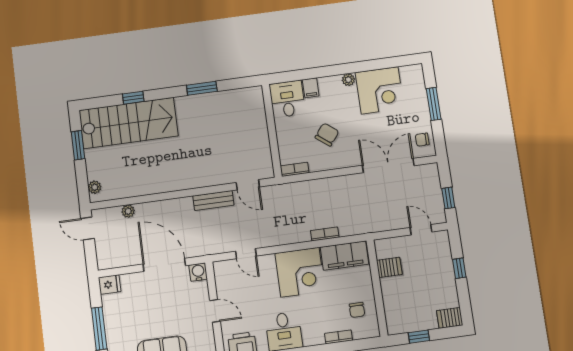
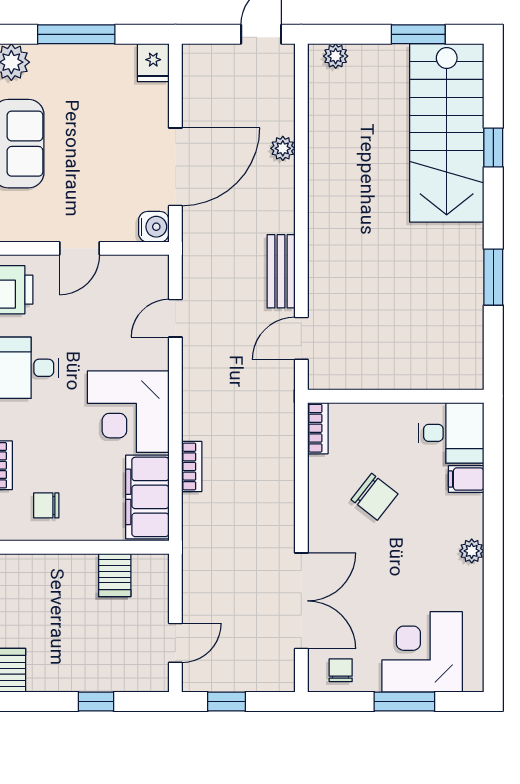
corner desk: (380, 90) -> (422, 652), moved, turned 90
plant: (128, 211) -> (283, 148), moved

